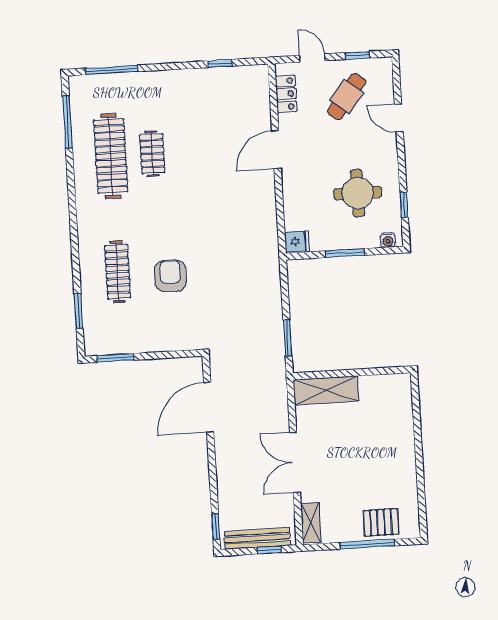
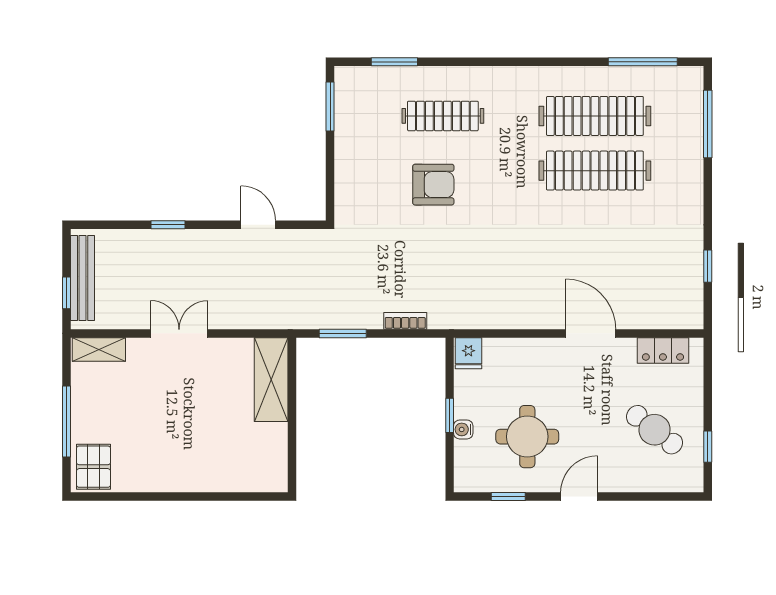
door: (312, 58) -> (708, 388), removed
door: (399, 118) -> (579, 496), moved
clothes rail: (152, 154) -> (595, 171), width x1.86, depth x1.31
water cooler: (388, 240) -> (463, 429), moved
window: (345, 253) -> (450, 415), width x0.67
bookcase: (275, 291) -> (405, 321), added
door: (209, 407) -> (258, 225), width x0.53
double door: (295, 462) -> (179, 333), width x0.73
pallet: (381, 522) -> (93, 467), moved
window: (216, 527) -> (168, 225), moved

